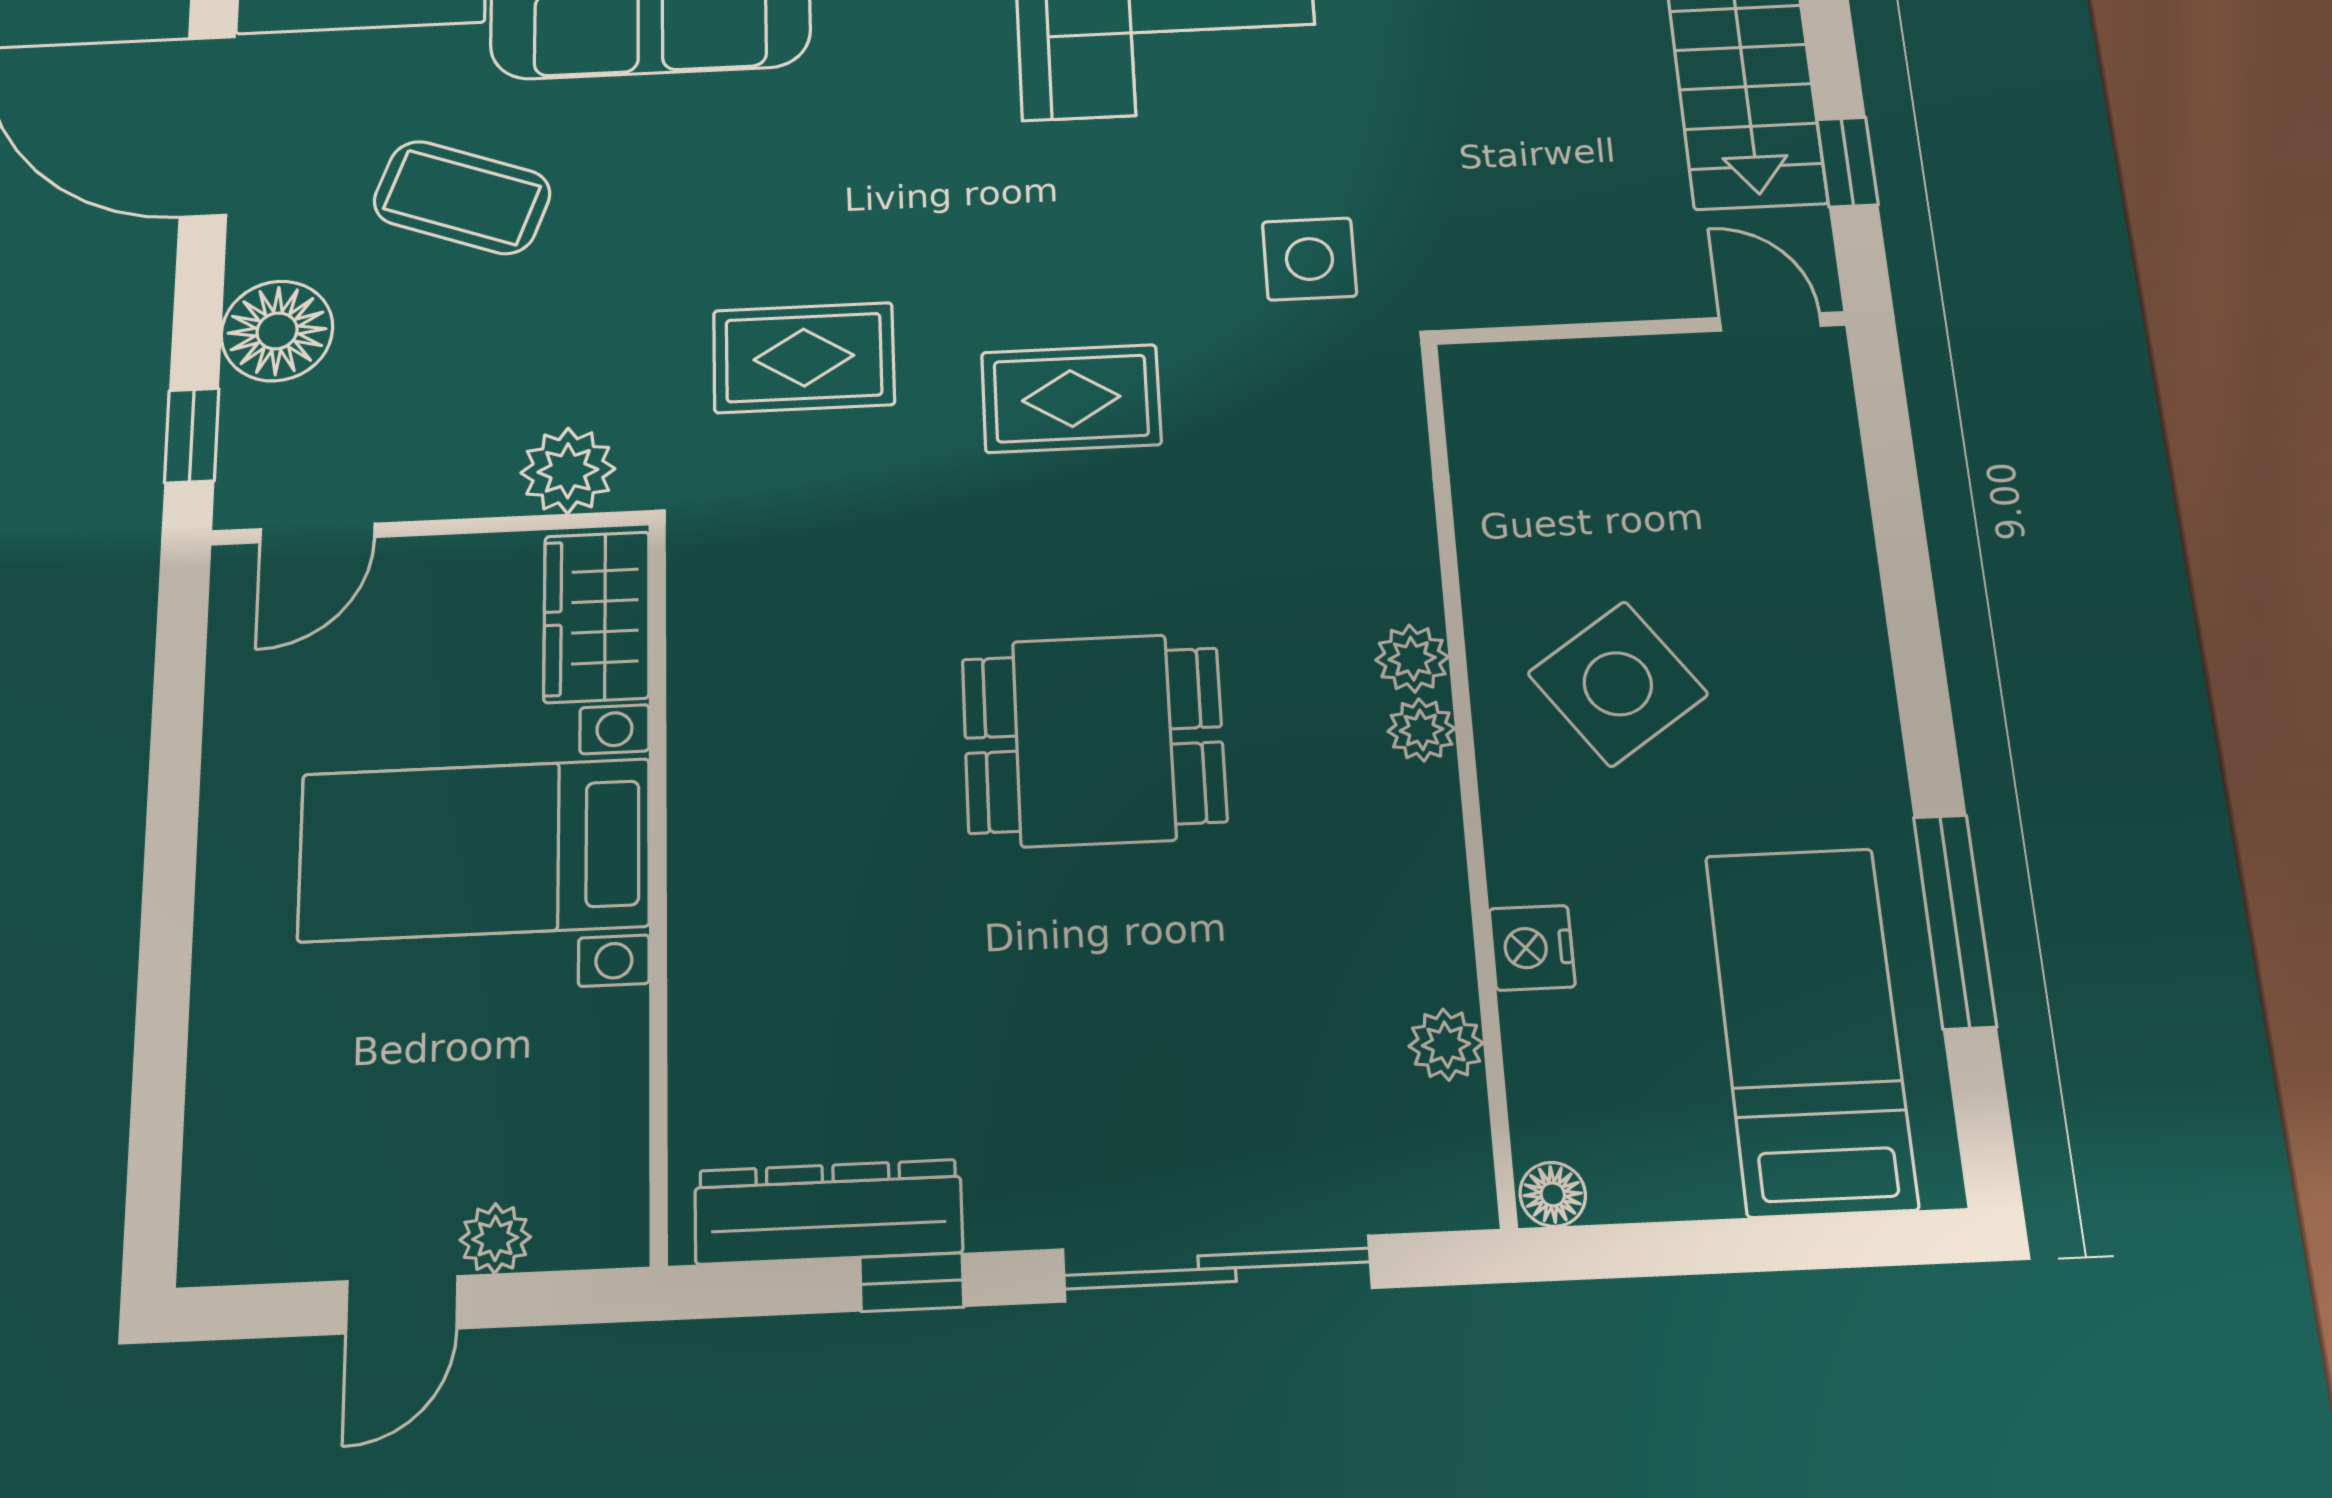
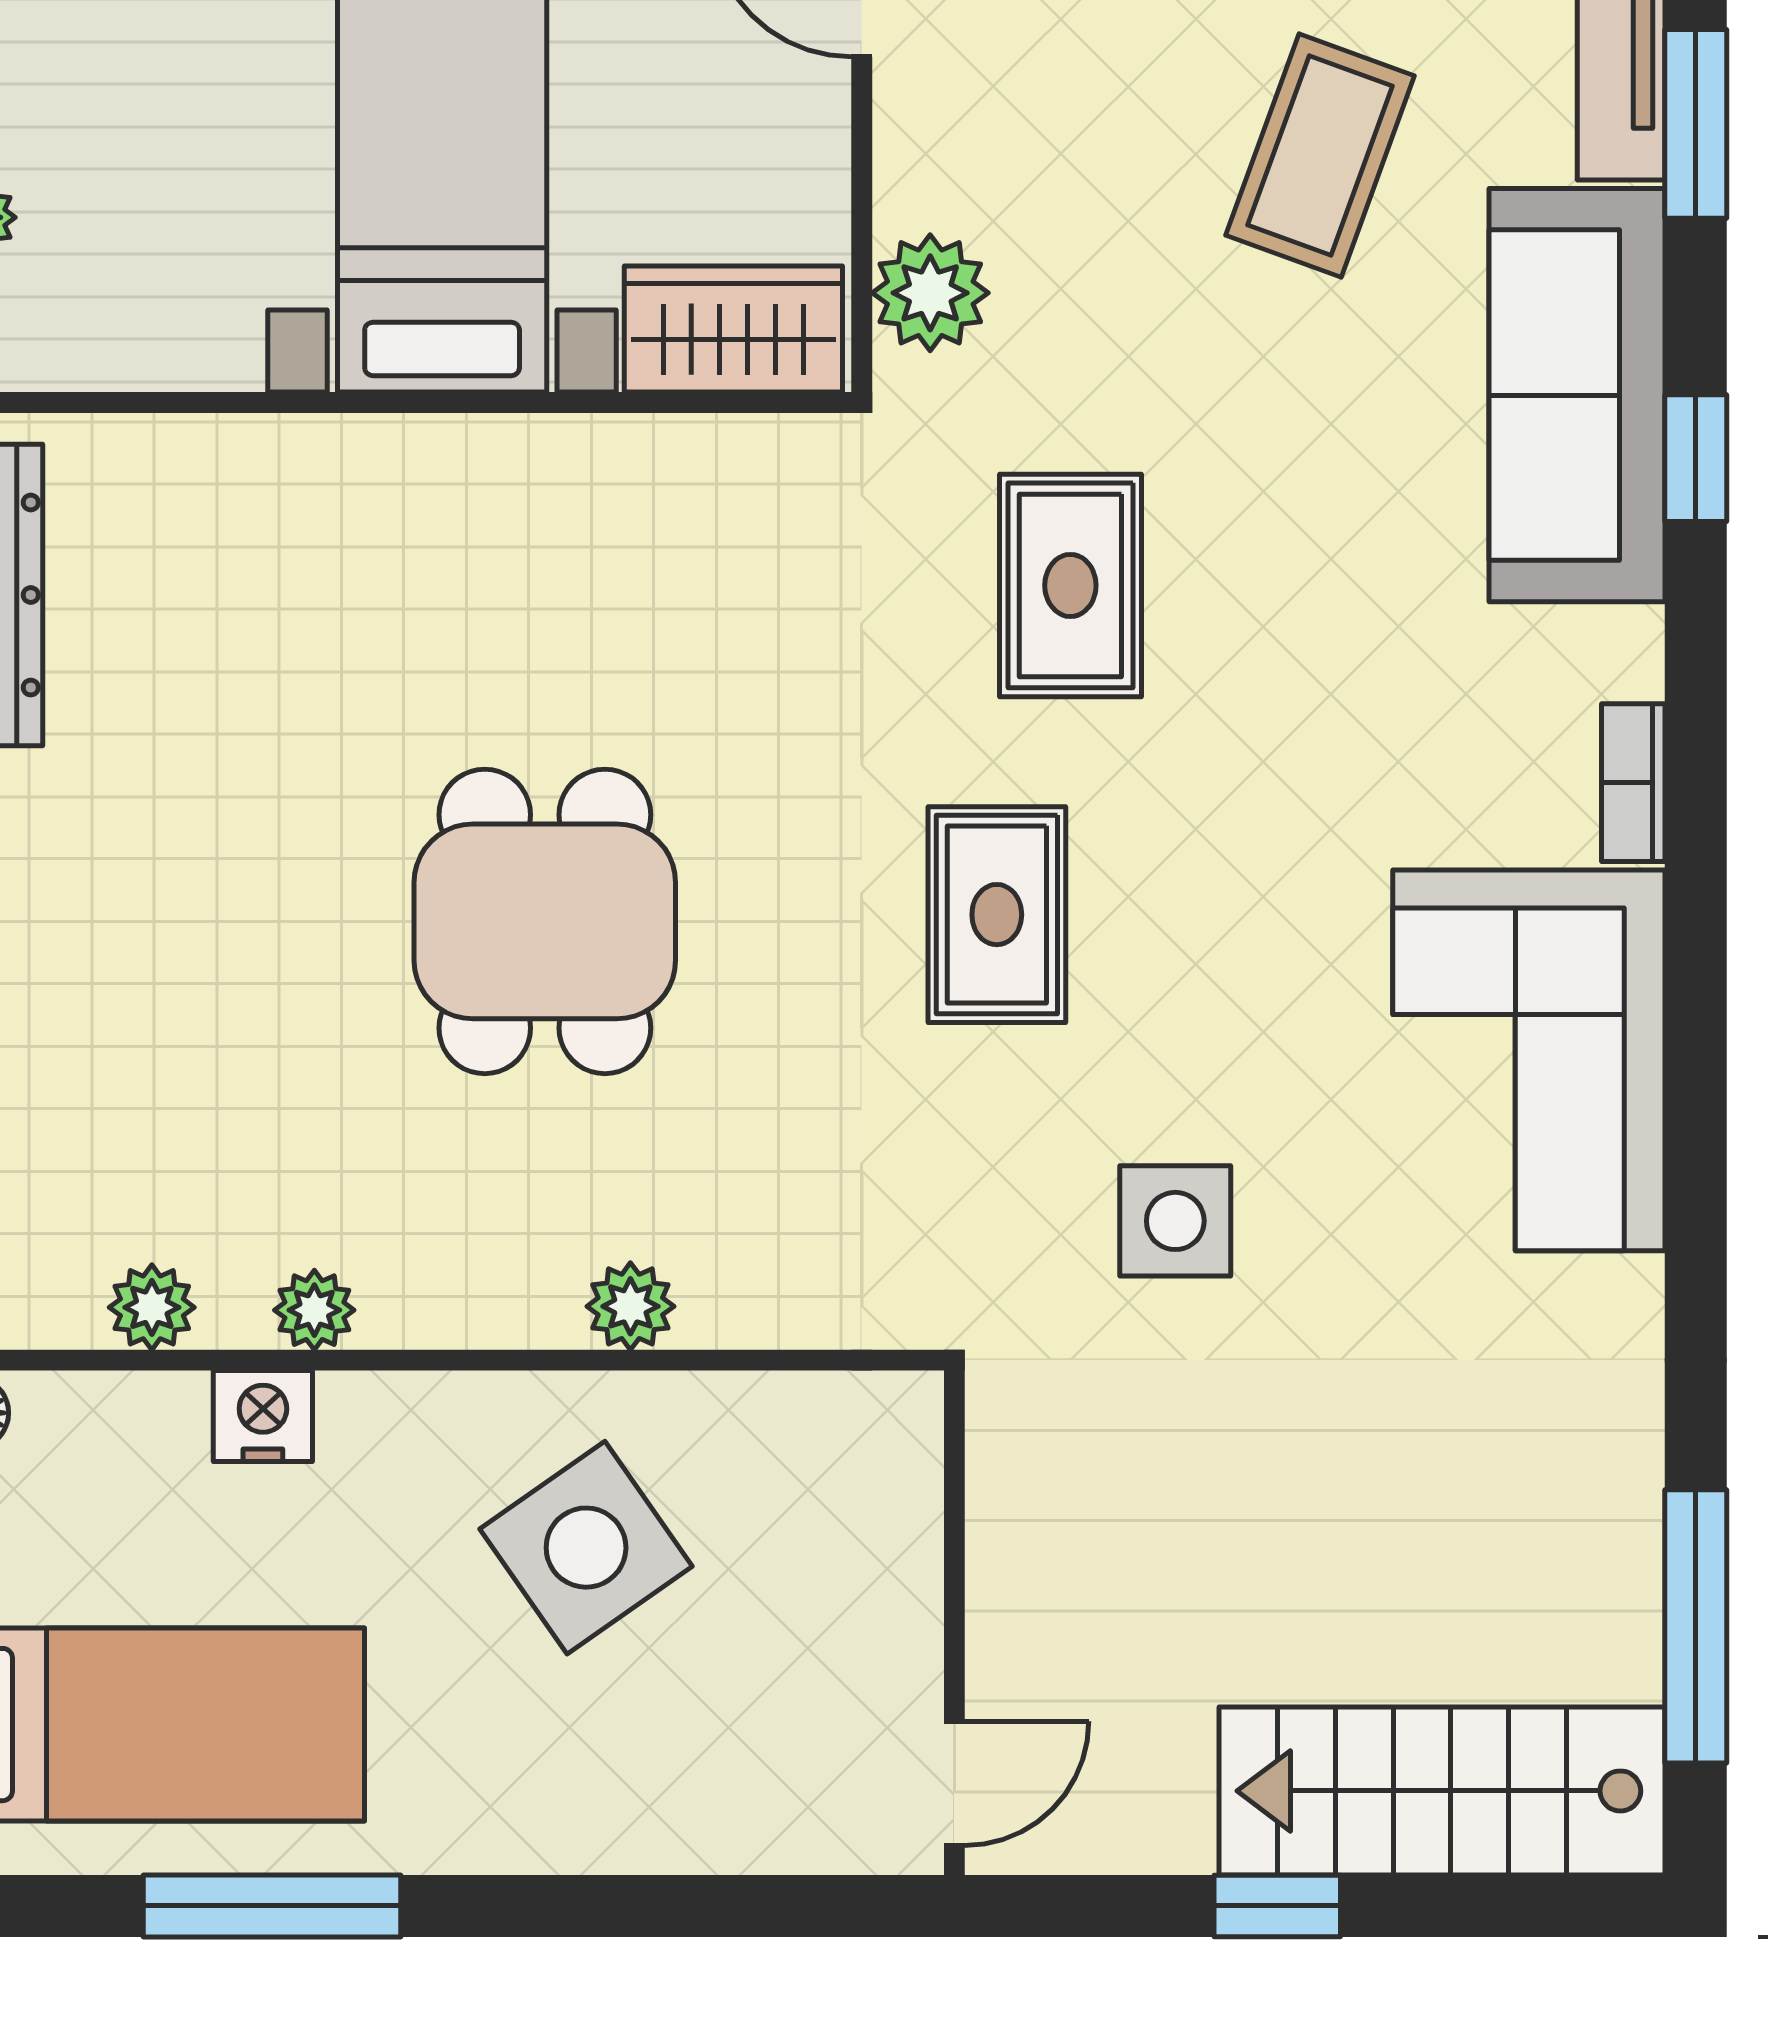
door: (1770, 322) -> (954, 1783), moved
wall: (1640, 328) -> (954, 1623), moved
plant: (1421, 730) -> (314, 1310), moved

